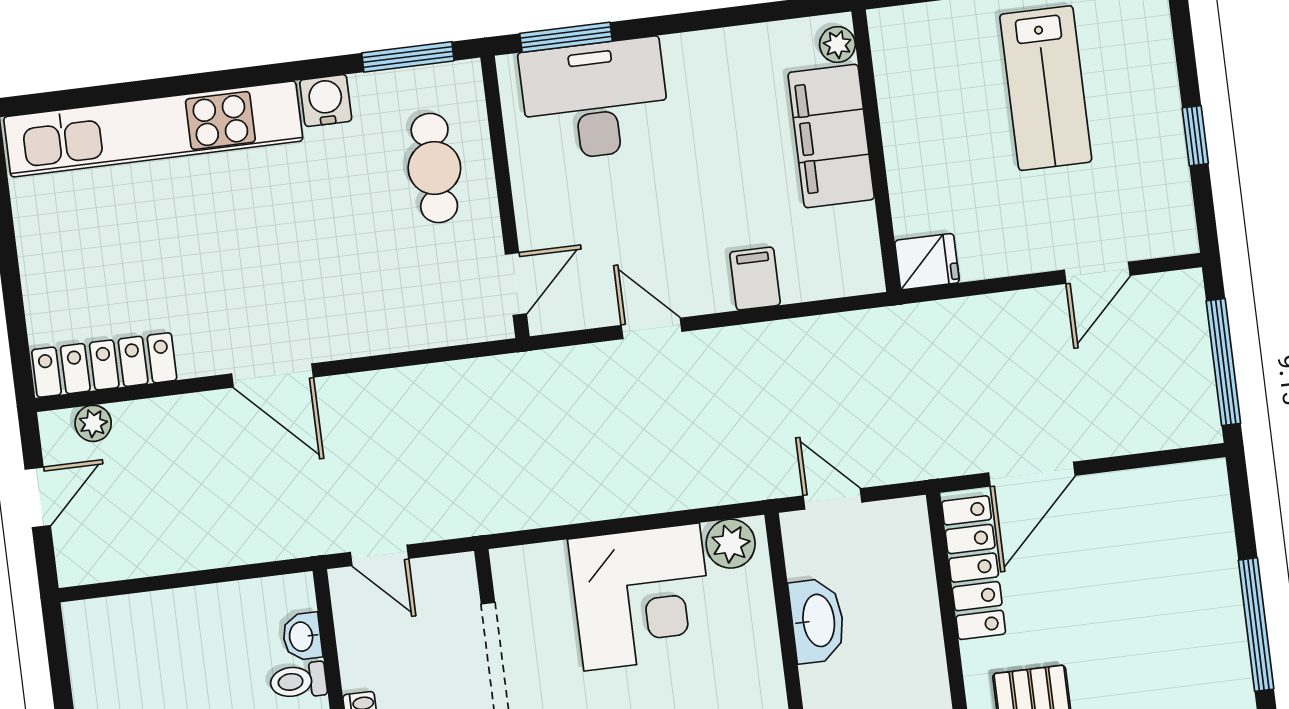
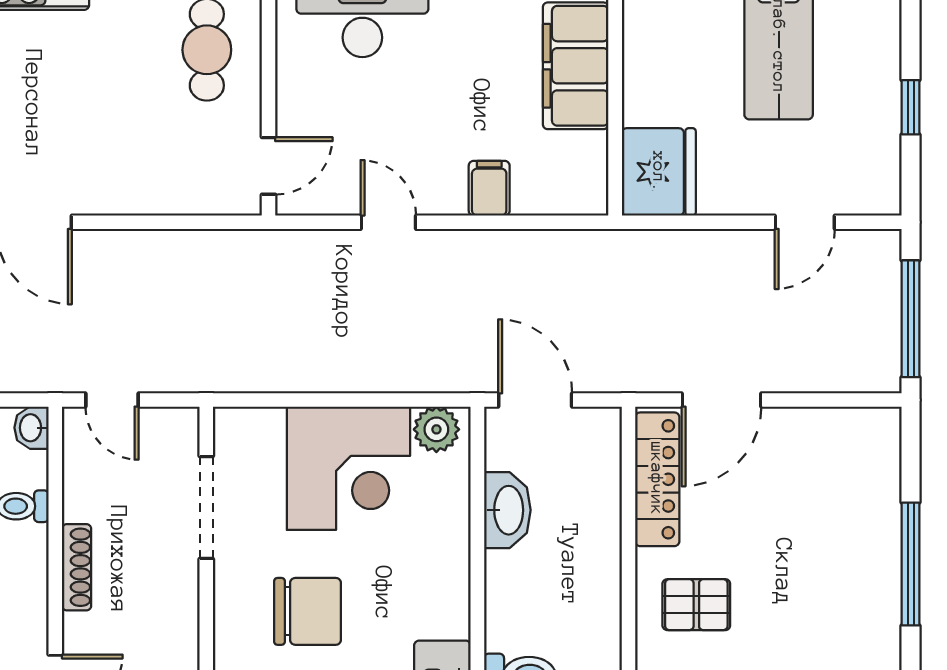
fridge: (927, 262) -> (659, 172), width x1.88, depth x1.34
door: (832, 499) -> (535, 400), width x1.38
washbasin: (302, 637) -> (31, 428), moved

